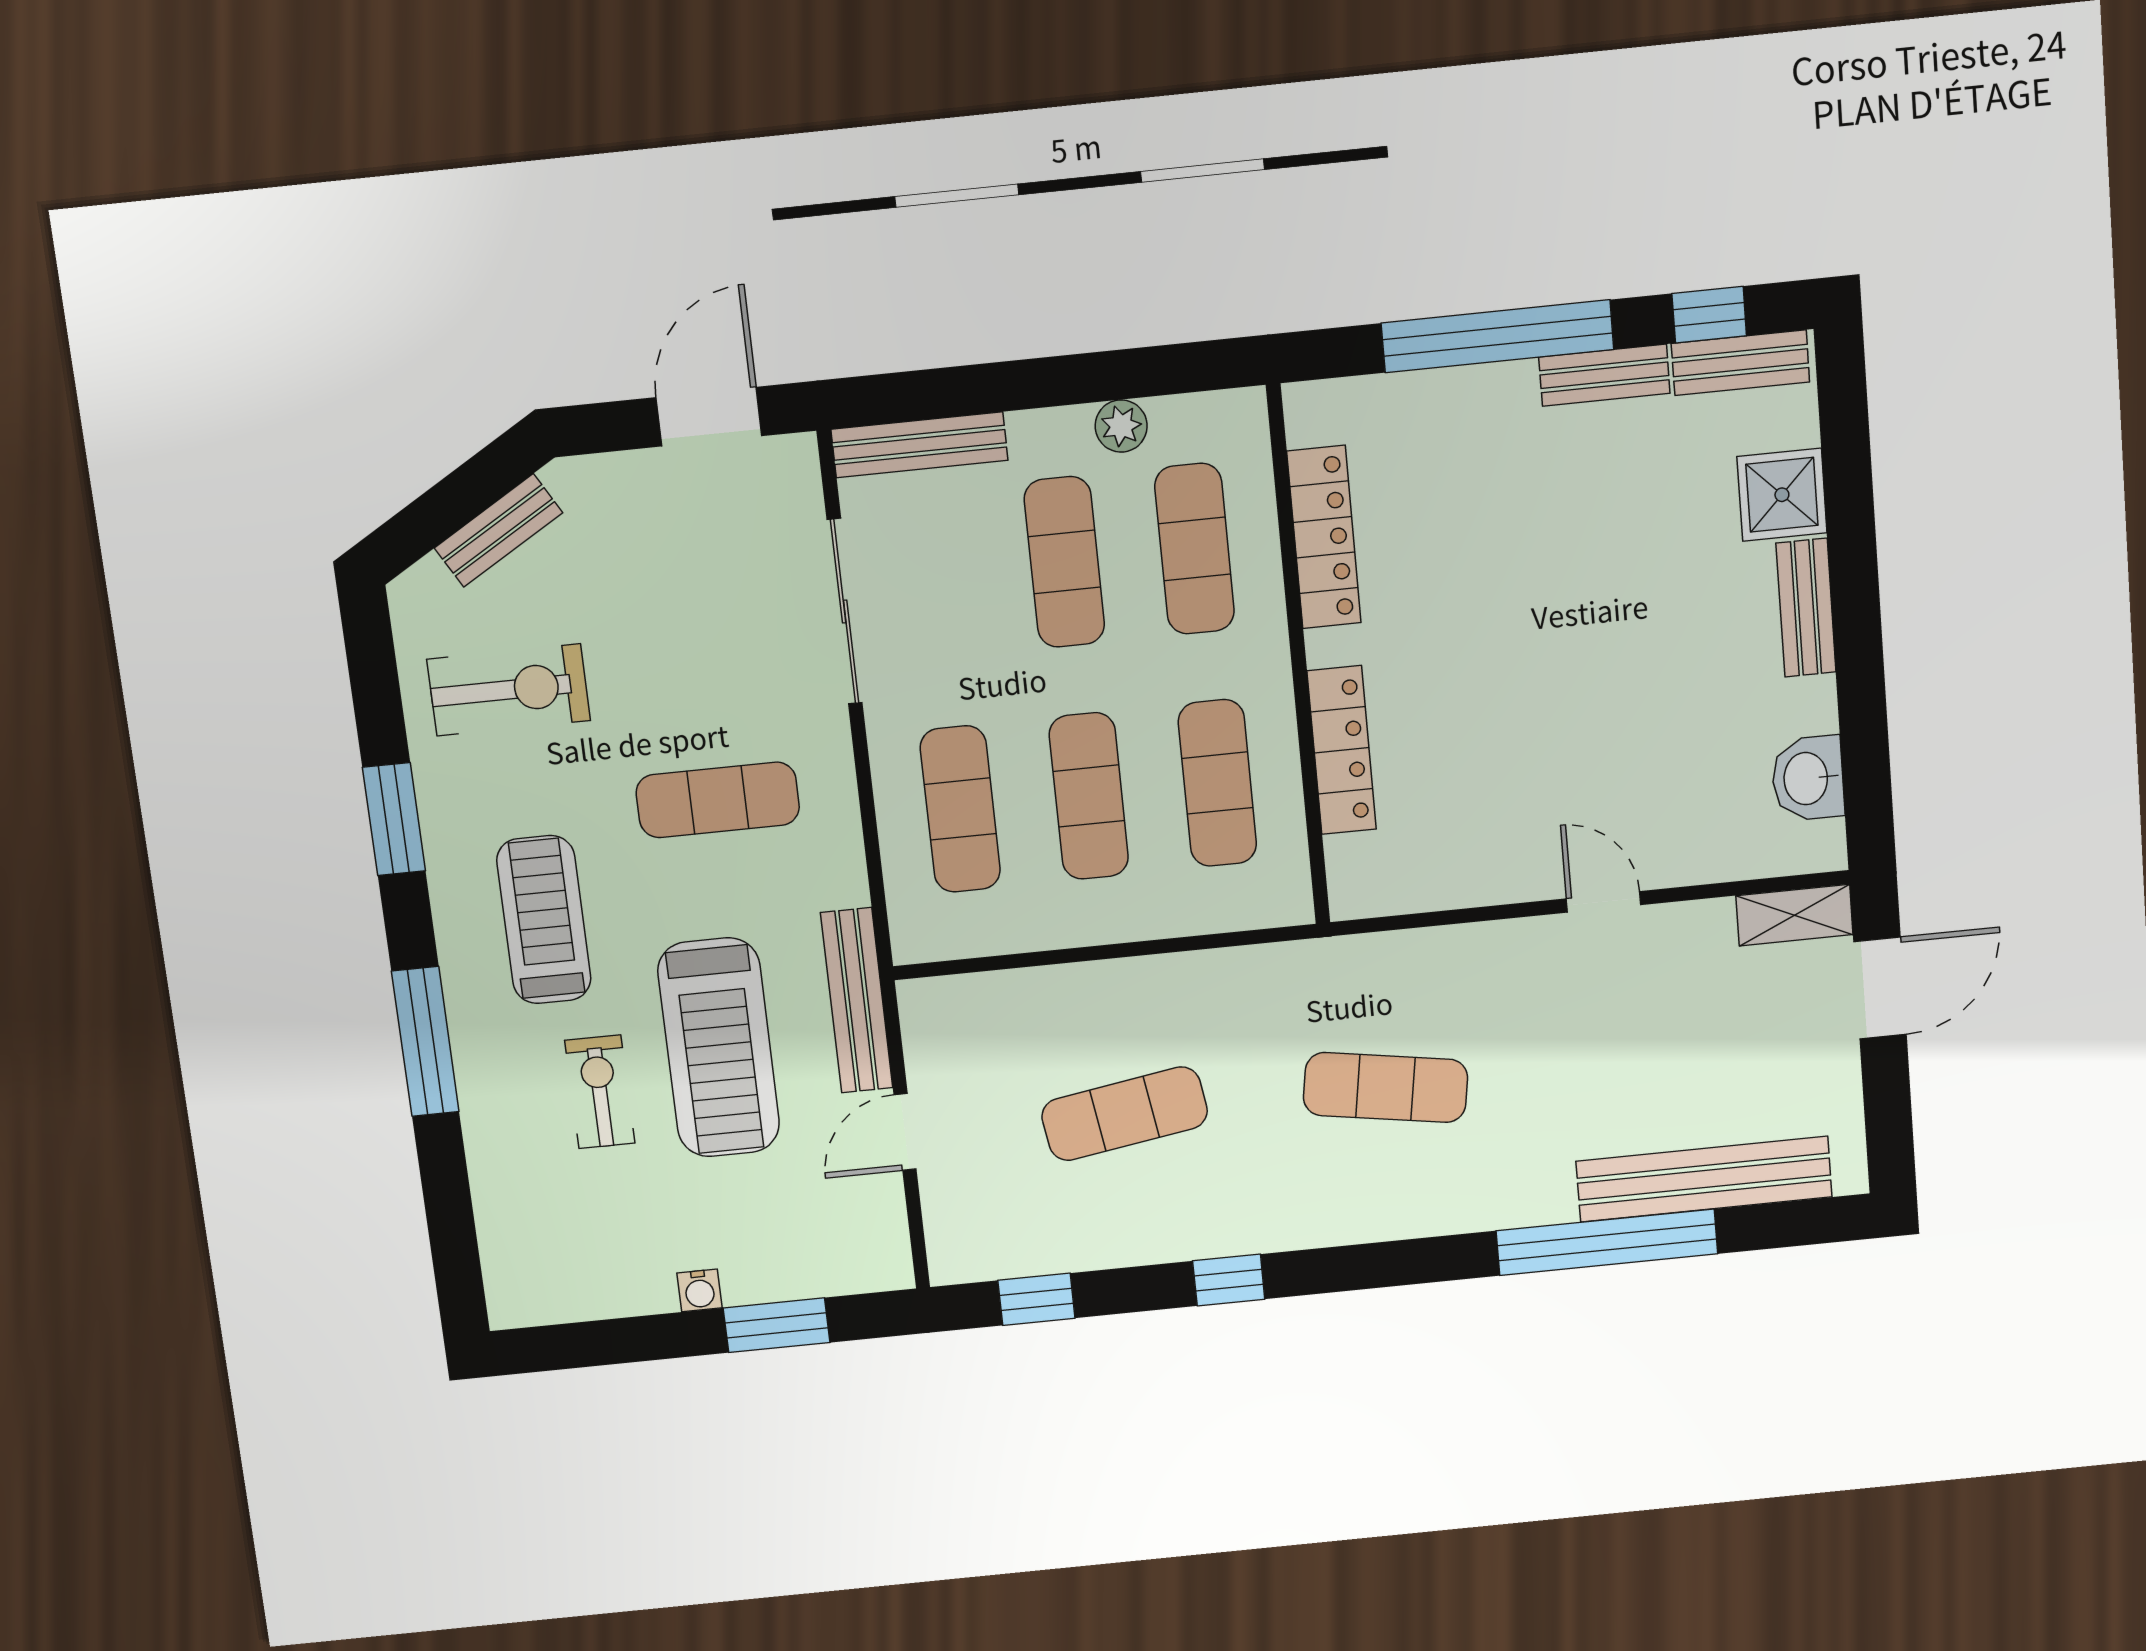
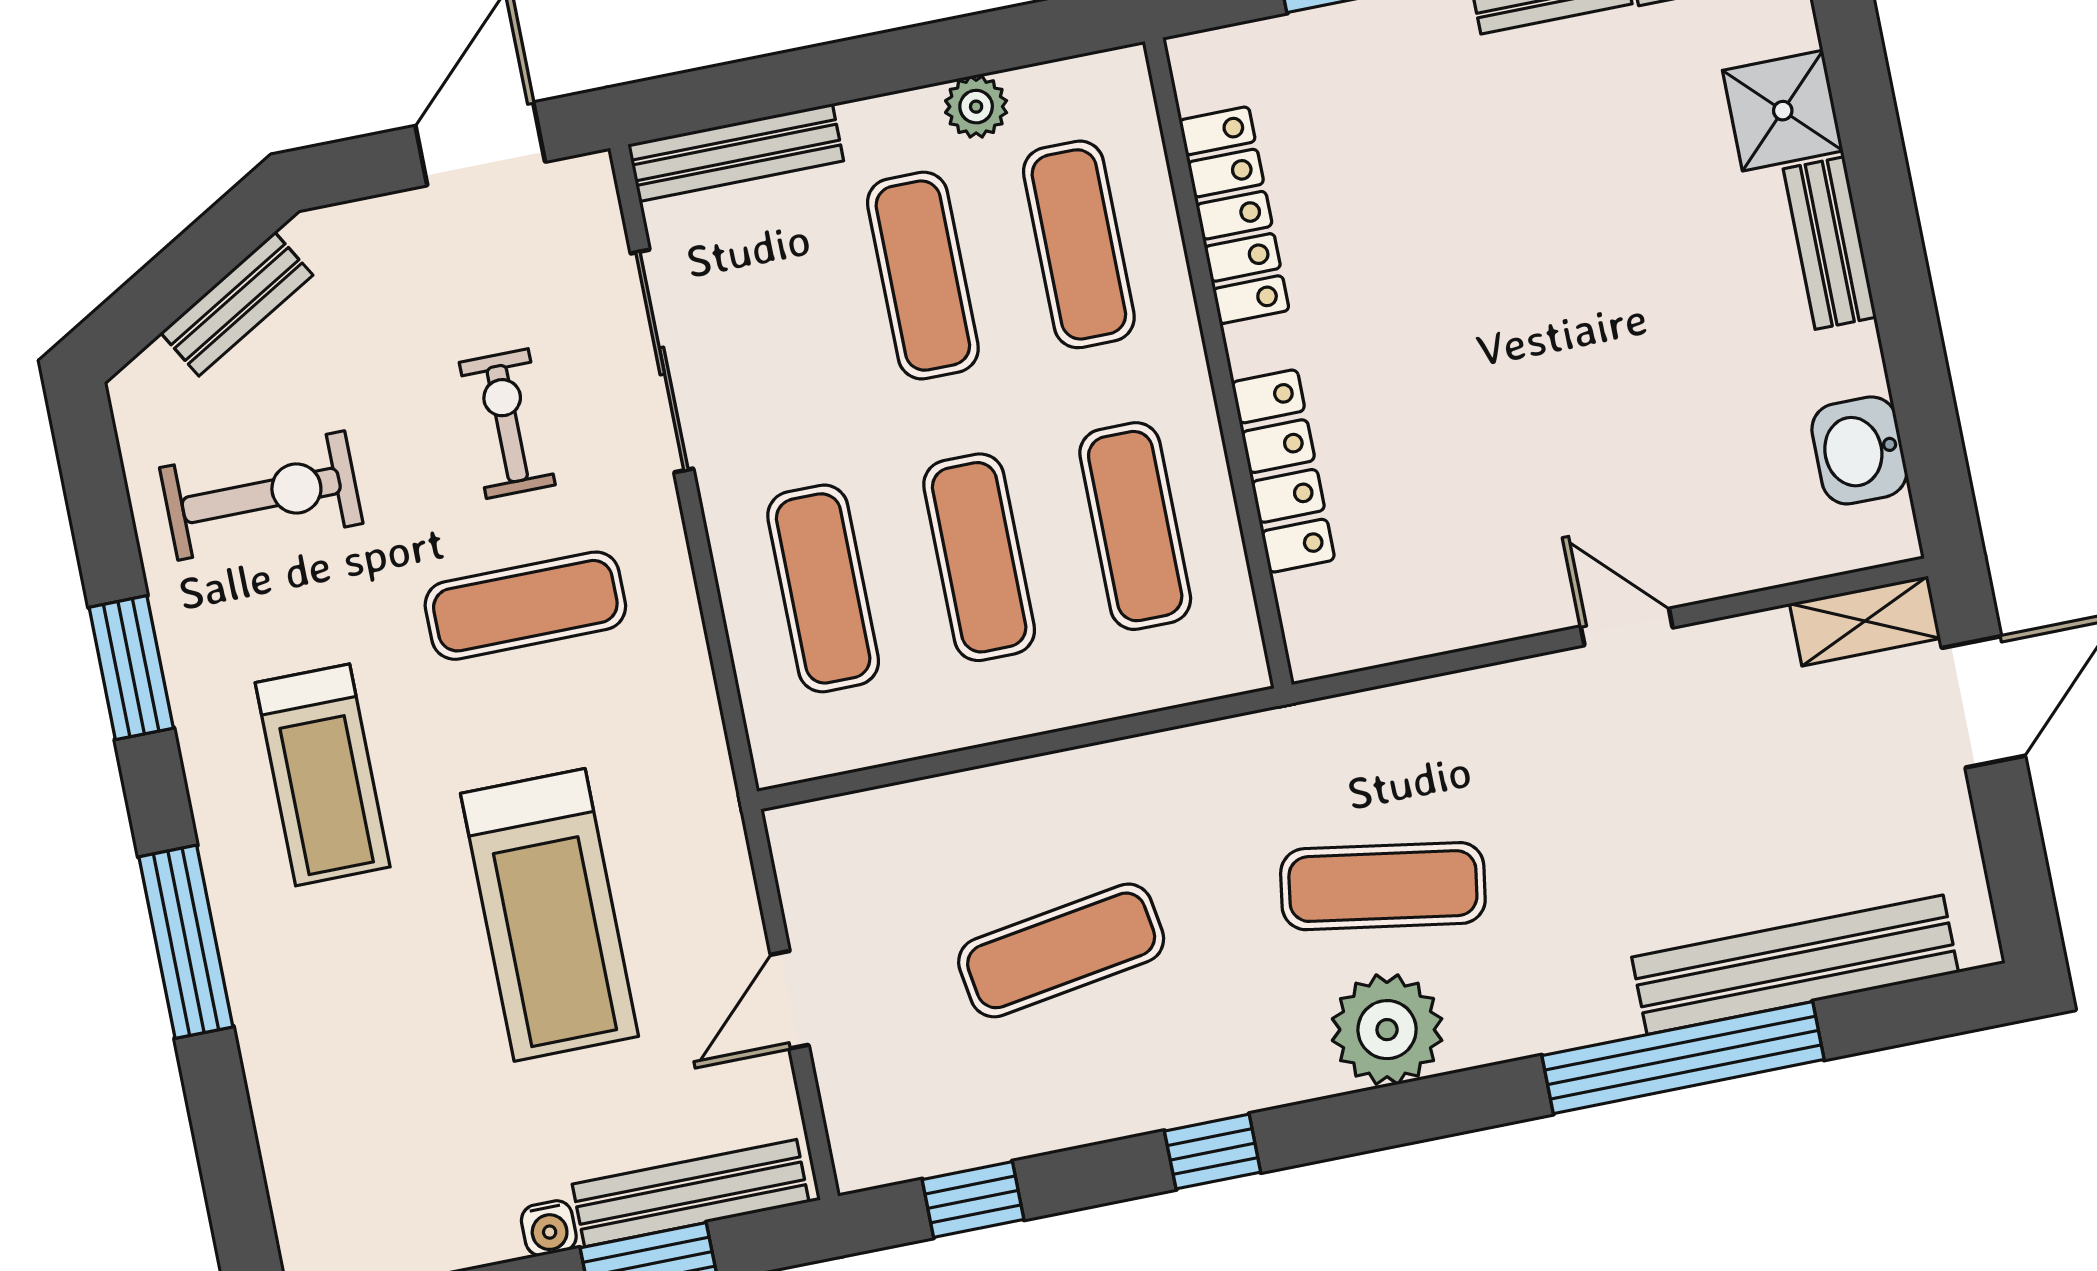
treadmill: (544, 920) -> (323, 775), turned 180
bench: (857, 1000) -> (691, 1193), moved, turned 90
exercise bike: (600, 1092) -> (507, 424), moved
plant: (1376, 1199) -> (1387, 1030), added

